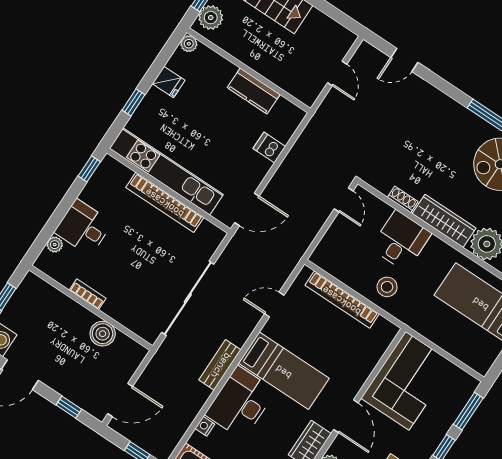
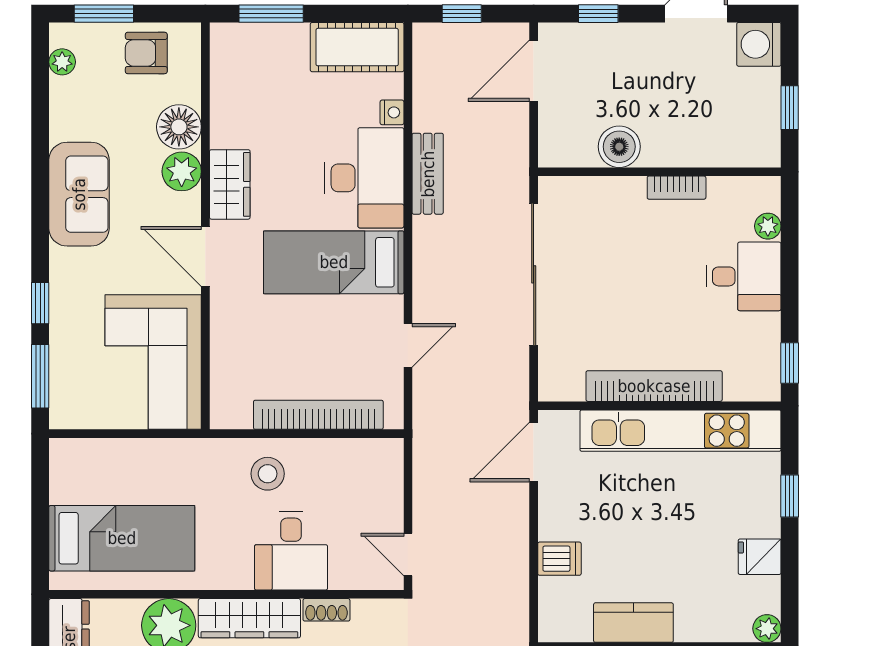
bench: (220, 365) -> (428, 174), moved

